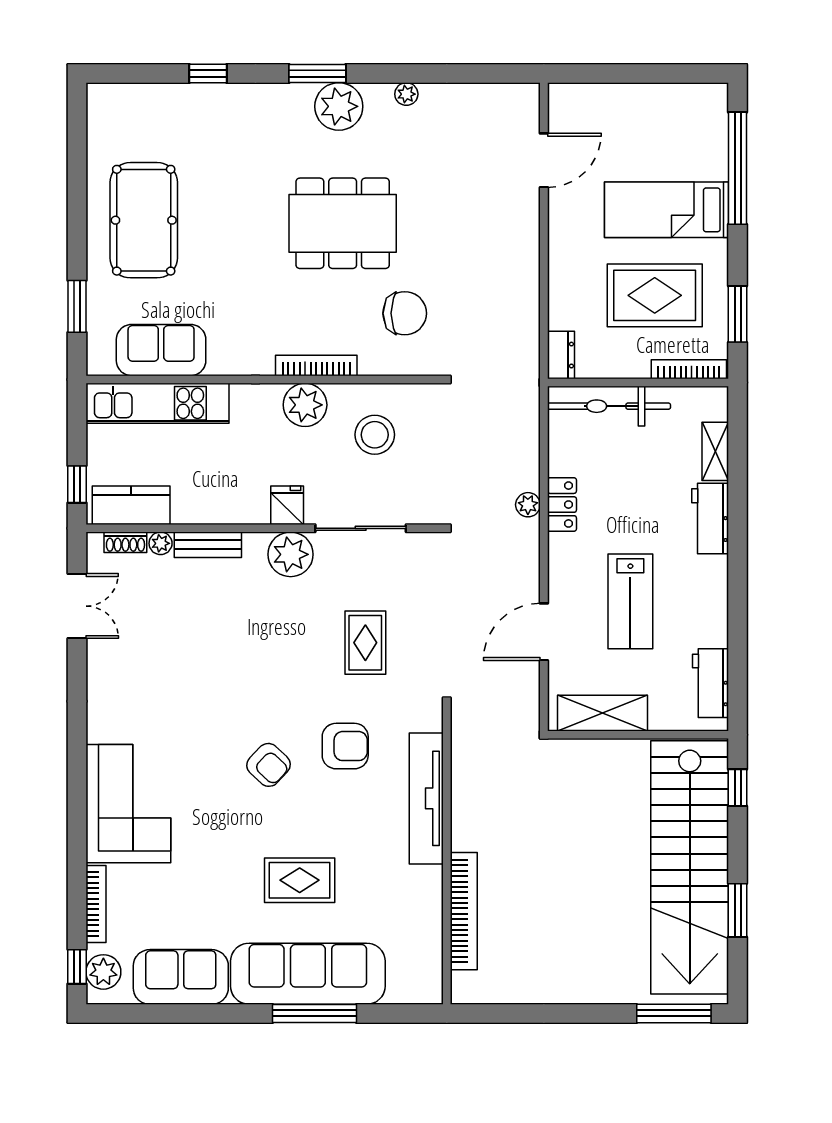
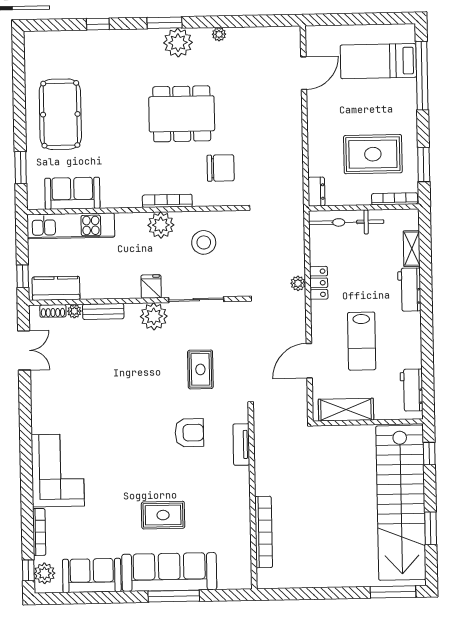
bed: (667, 210) -> (378, 61), moved
armchair: (269, 765) -> (143, 445), removed
tv unit: (426, 798) -> (241, 445), width x0.52, depth x0.78

